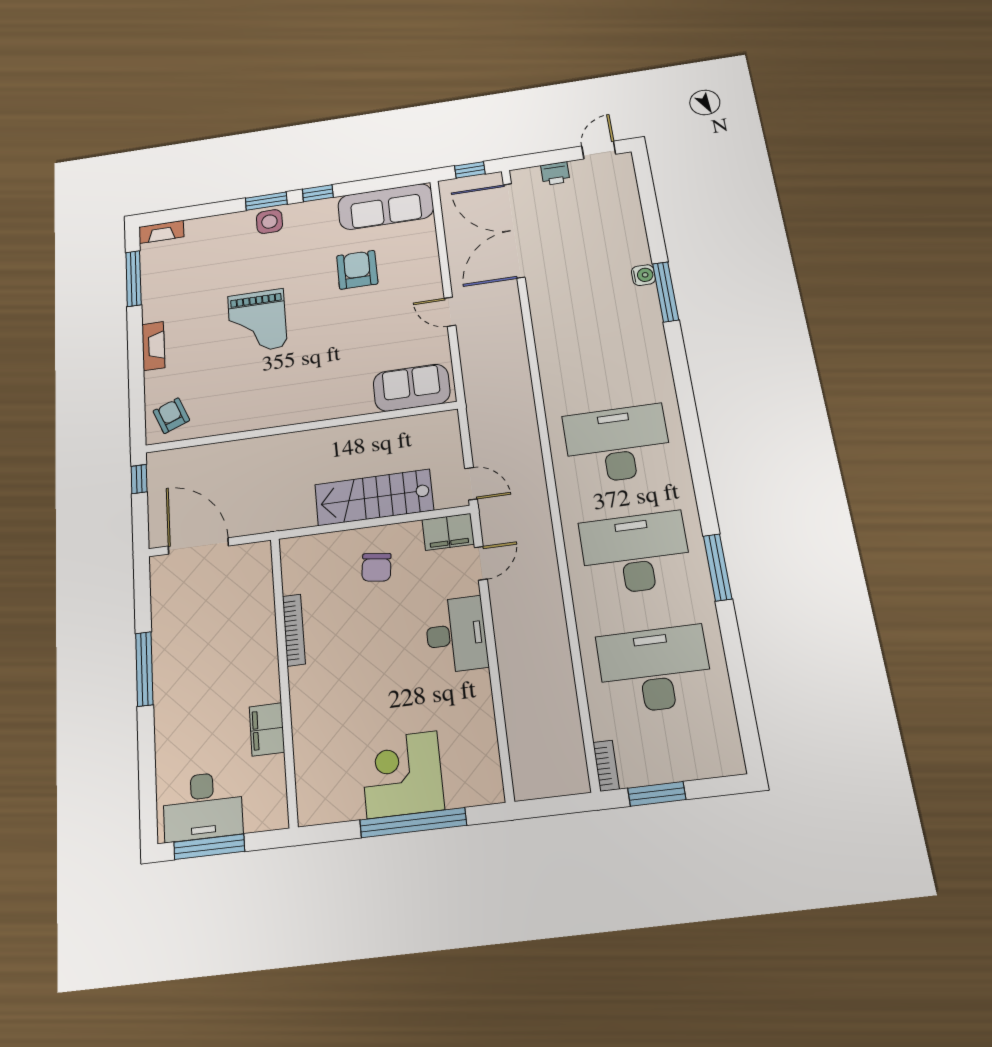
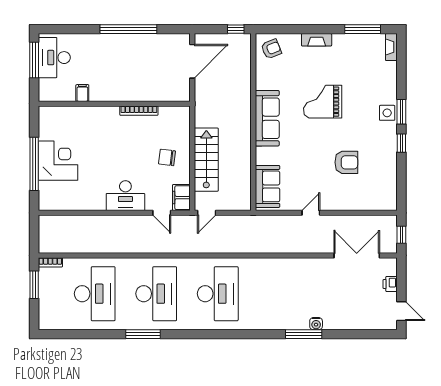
sofa: (386, 207) -> (267, 118), moved, turned 180
double door: (514, 230) -> (357, 255), width x0.73
window: (144, 669) -> (128, 29), width x1.46
filing cabinet: (267, 729) -> (82, 93), width x0.50

